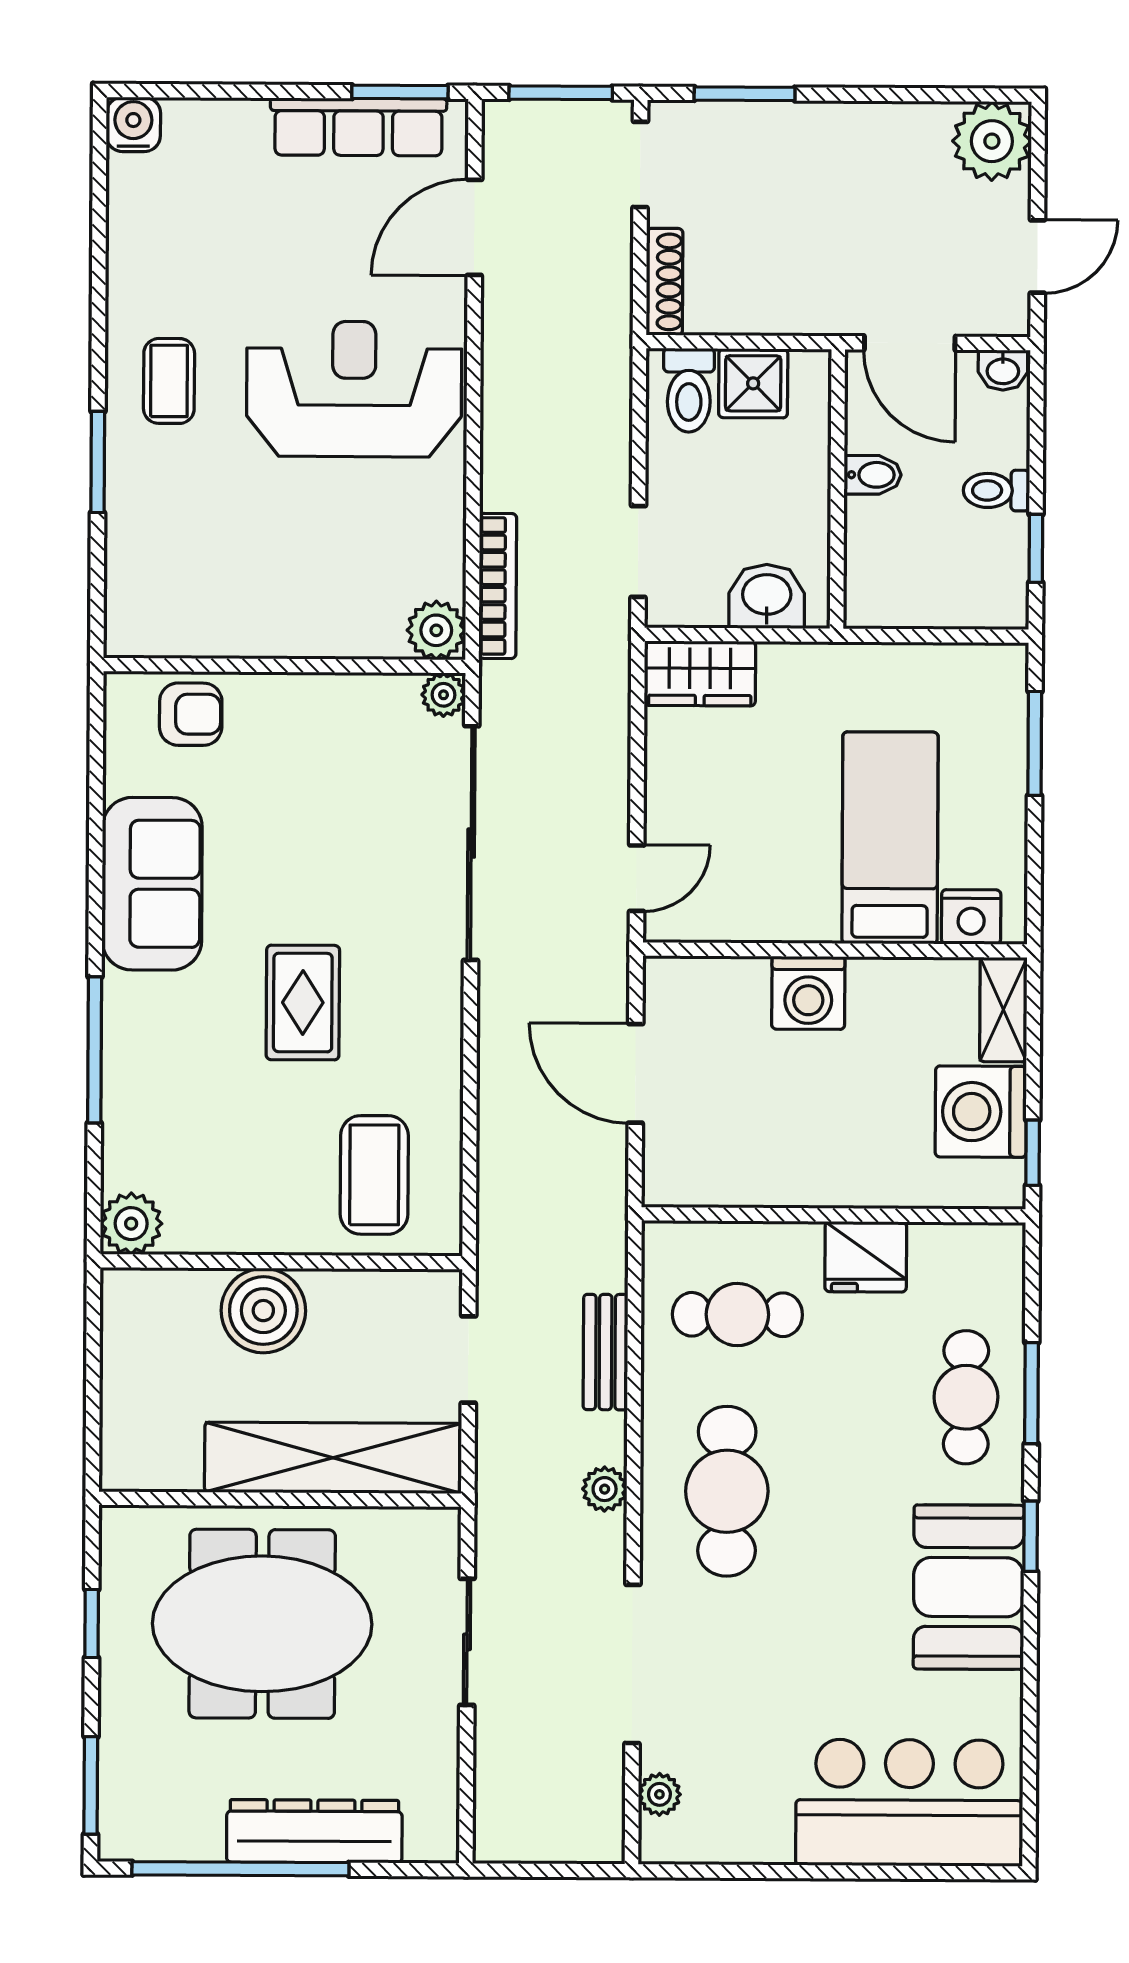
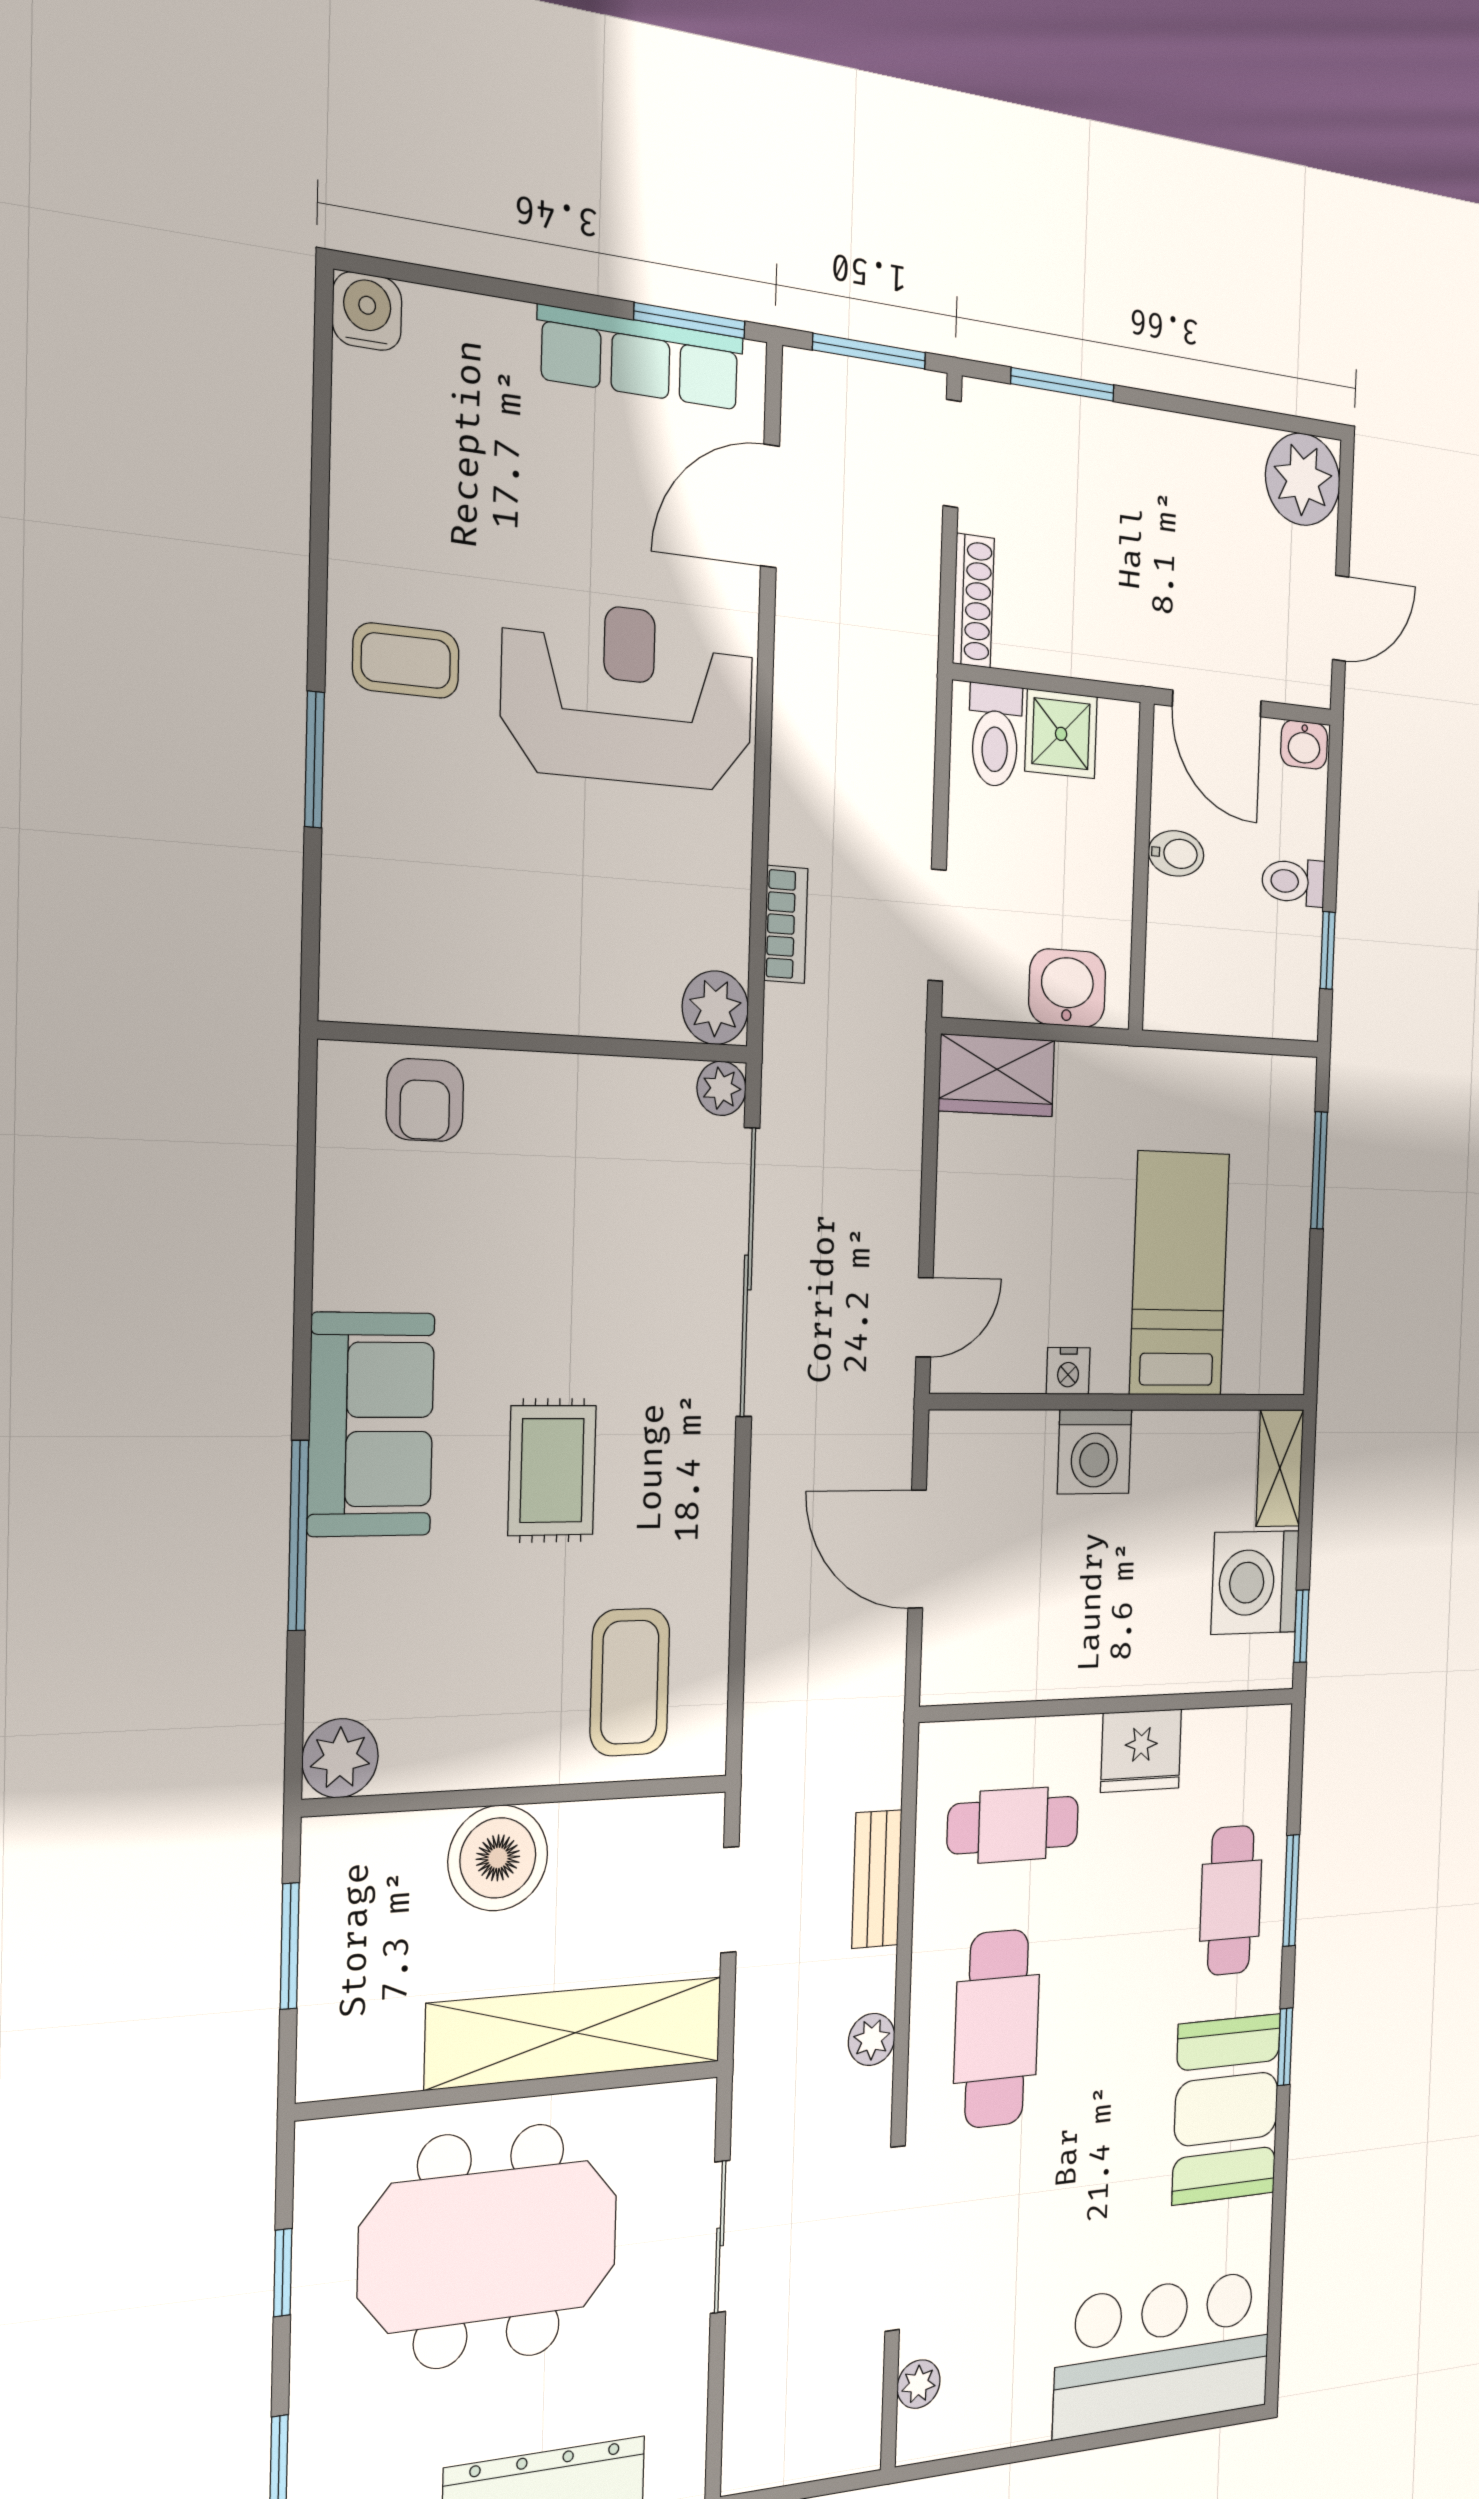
coffee table: (169, 381) -> (406, 661), turned 90
bookcase: (498, 586) -> (786, 924), width x0.64
armchair: (191, 714) -> (425, 1100), turned 90
sofa: (152, 884) -> (371, 1424), moved
nightstand: (971, 917) -> (1068, 1371), moved, width x0.72, depth x0.74
window: (93, 1367) -> (290, 1946), added

